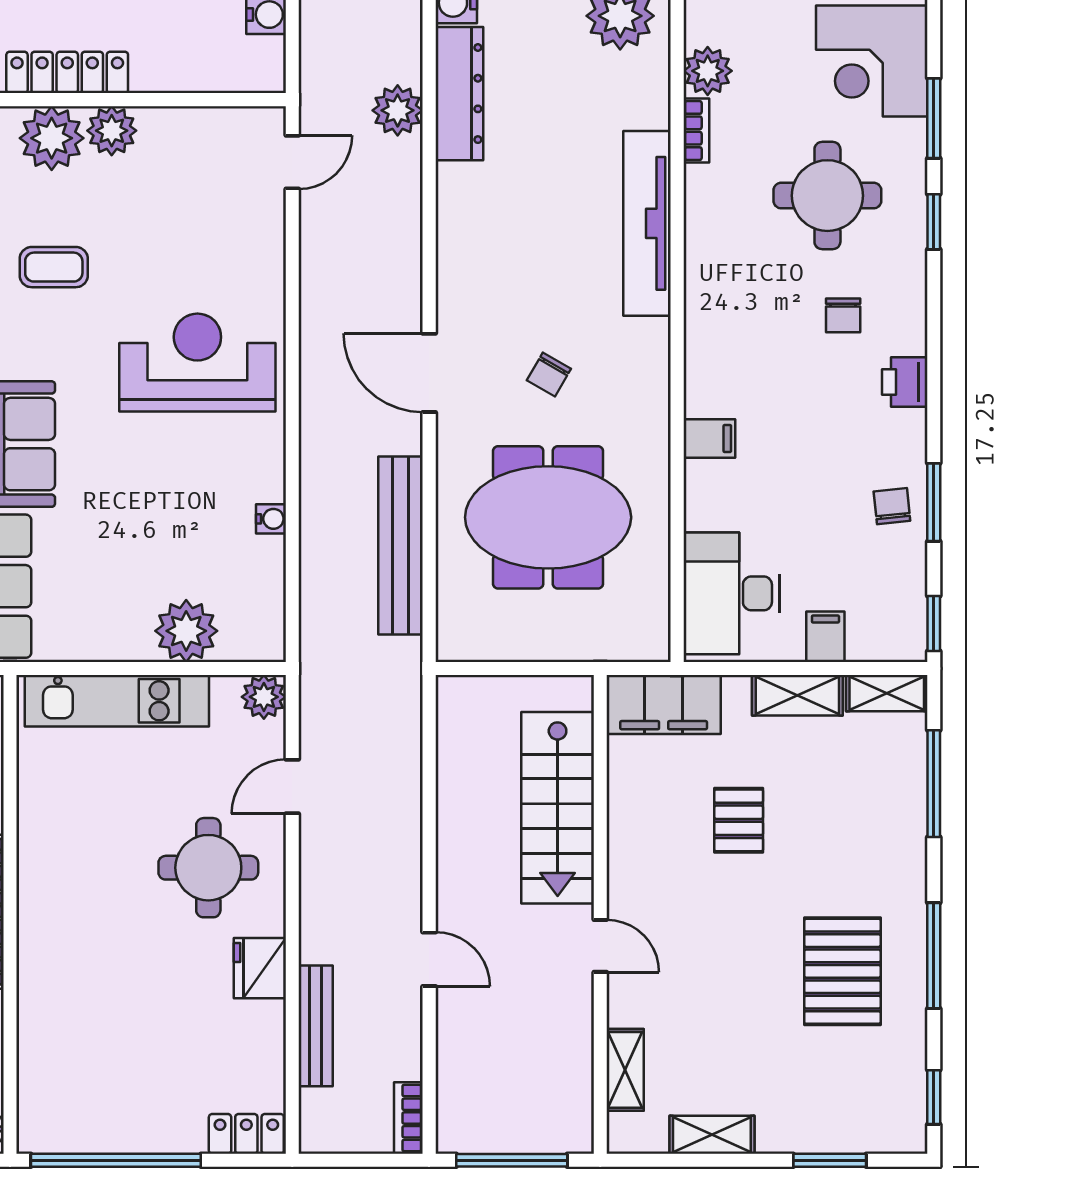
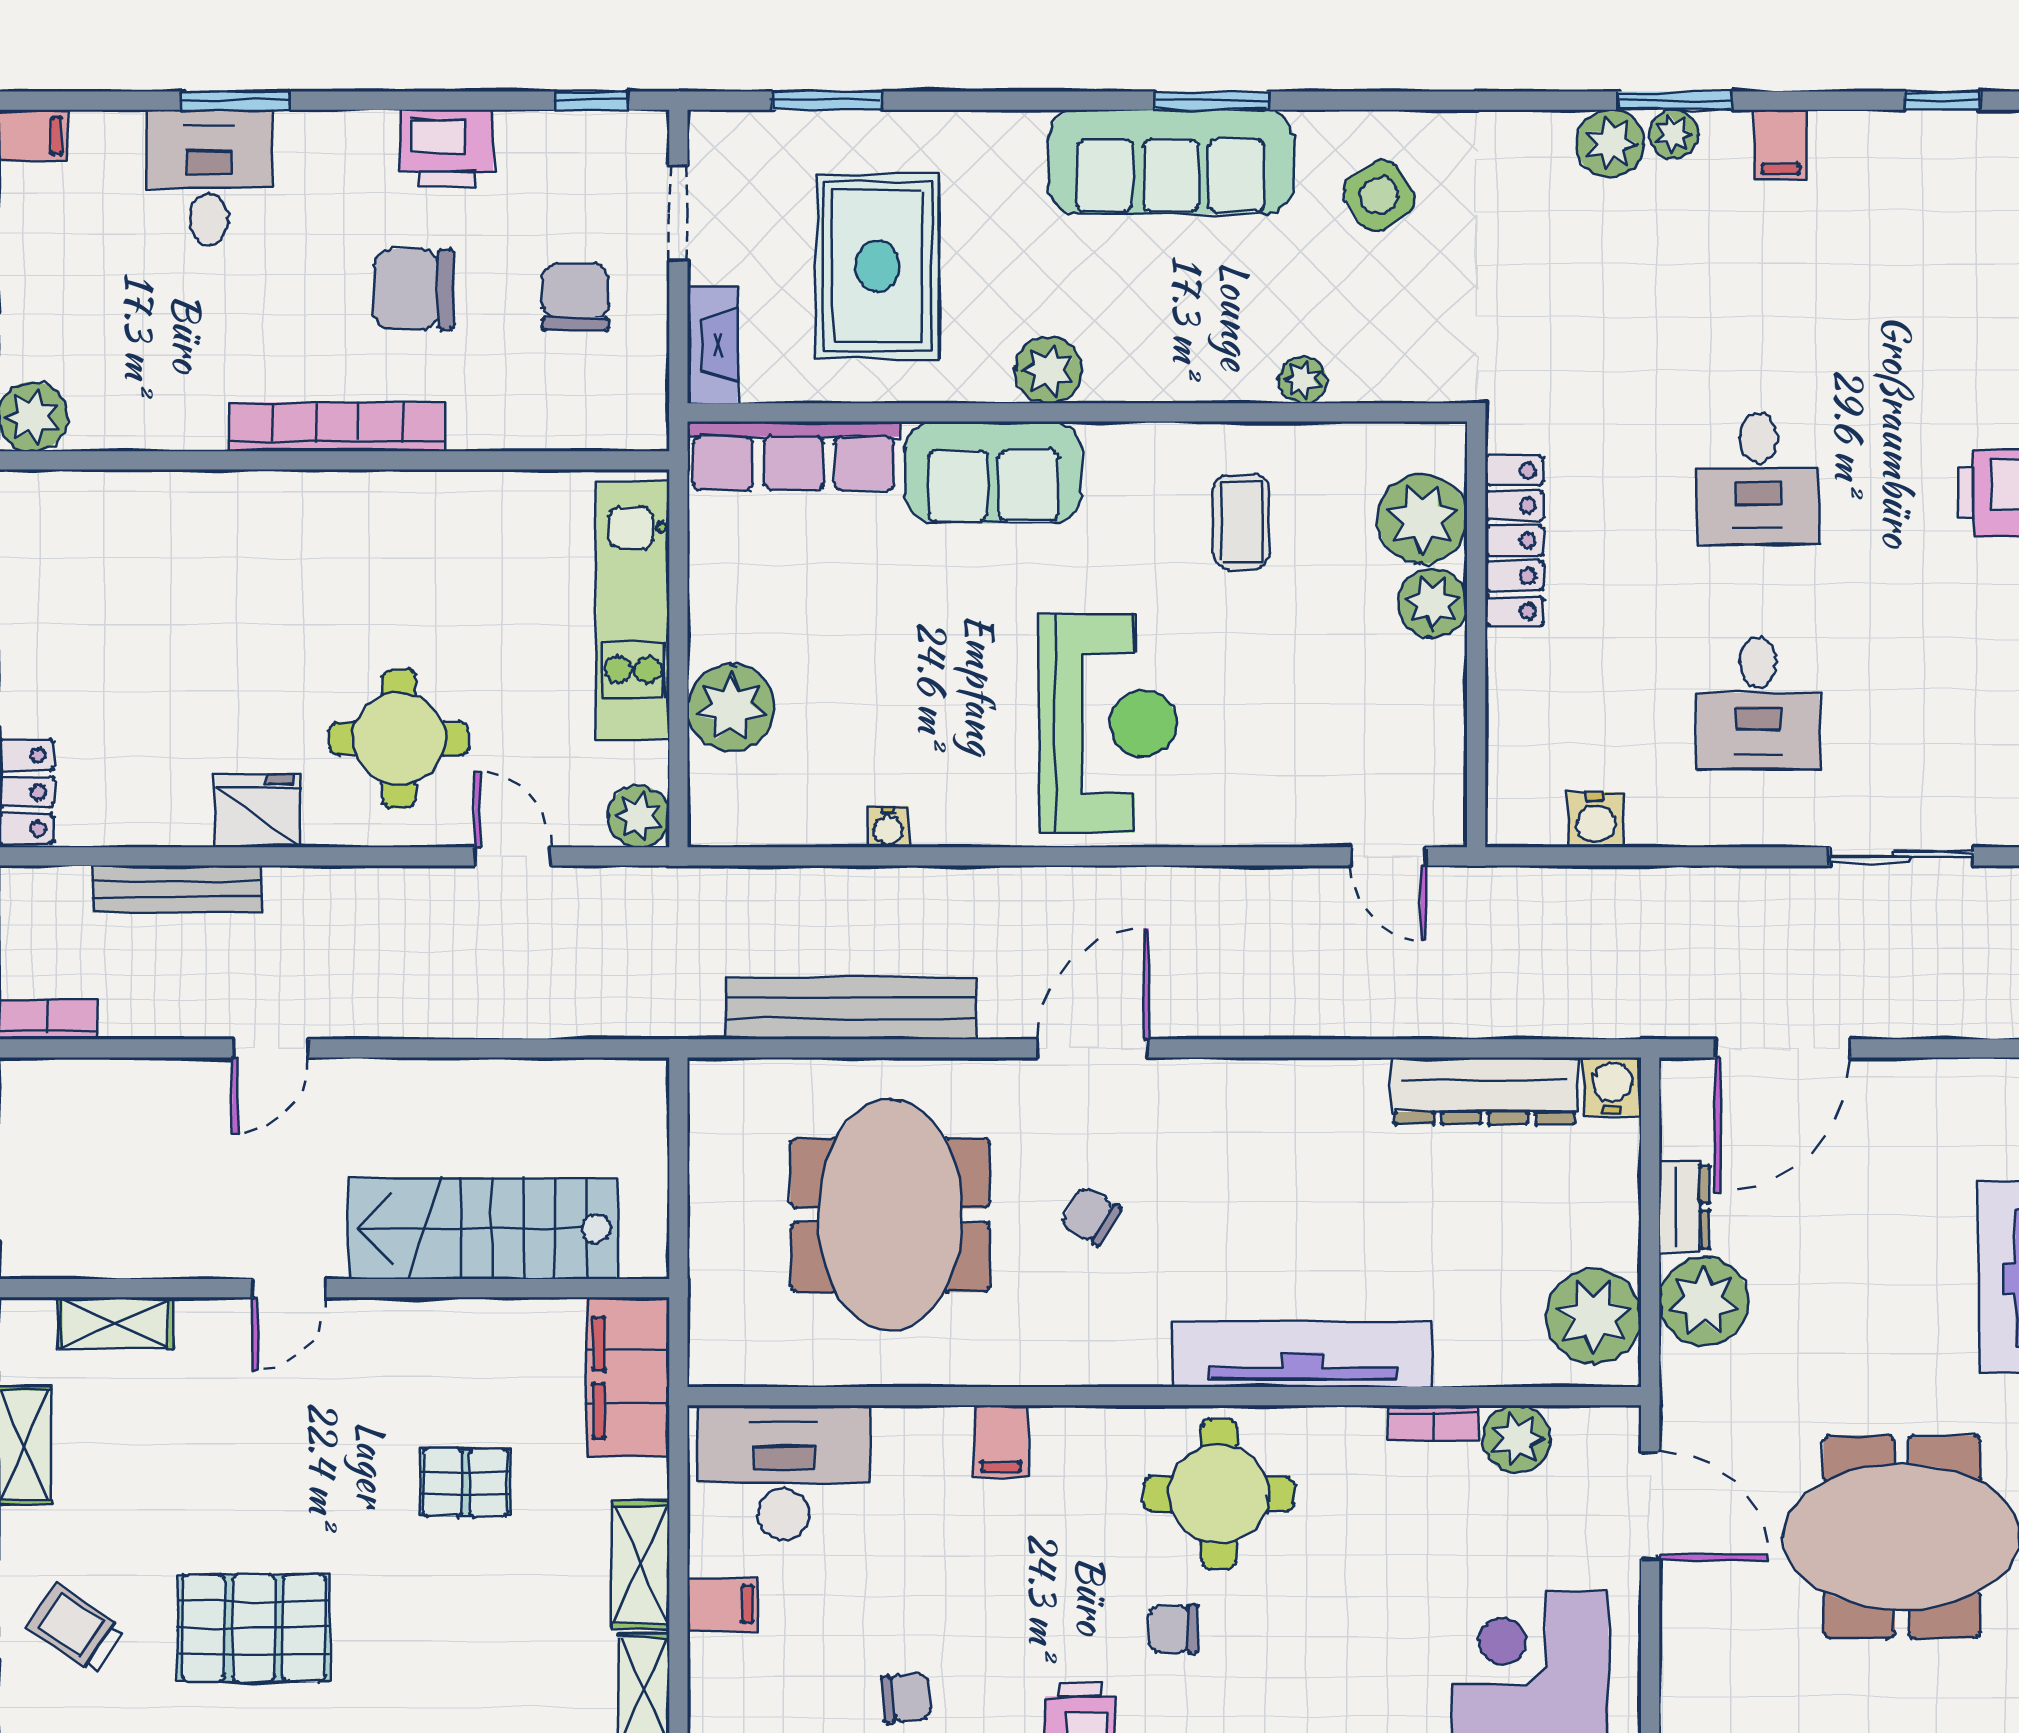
plant: (398, 110) -> (1461, 1004), removed
round table: (827, 196) -> (1219, 1494), moved
trolley: (843, 1099) -> (75, 1628), added

